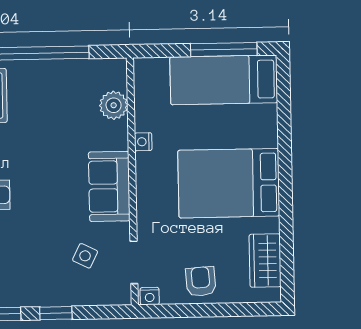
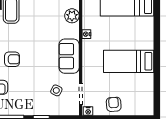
bed: (229, 183) -> (129, 61), width x0.67
wardrobe: (265, 260) -> (146, 94), removed

